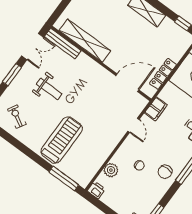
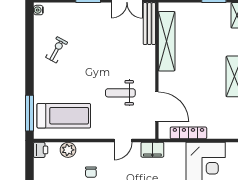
weight bench: (49, 89) -> (120, 93), moved, turned 90
exercise bike: (17, 117) -> (57, 50), moved
treadmill: (62, 140) -> (64, 116), moved

